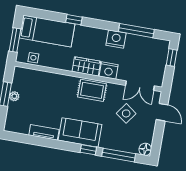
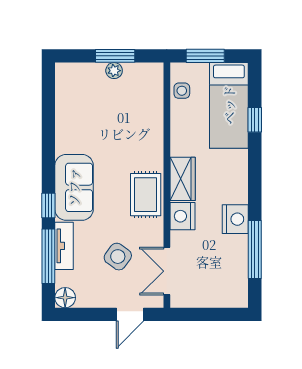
window: (74, 20) -> (255, 120), moved
window: (172, 58) -> (221, 314), removed
tv unit: (44, 132) -> (64, 246), moved

